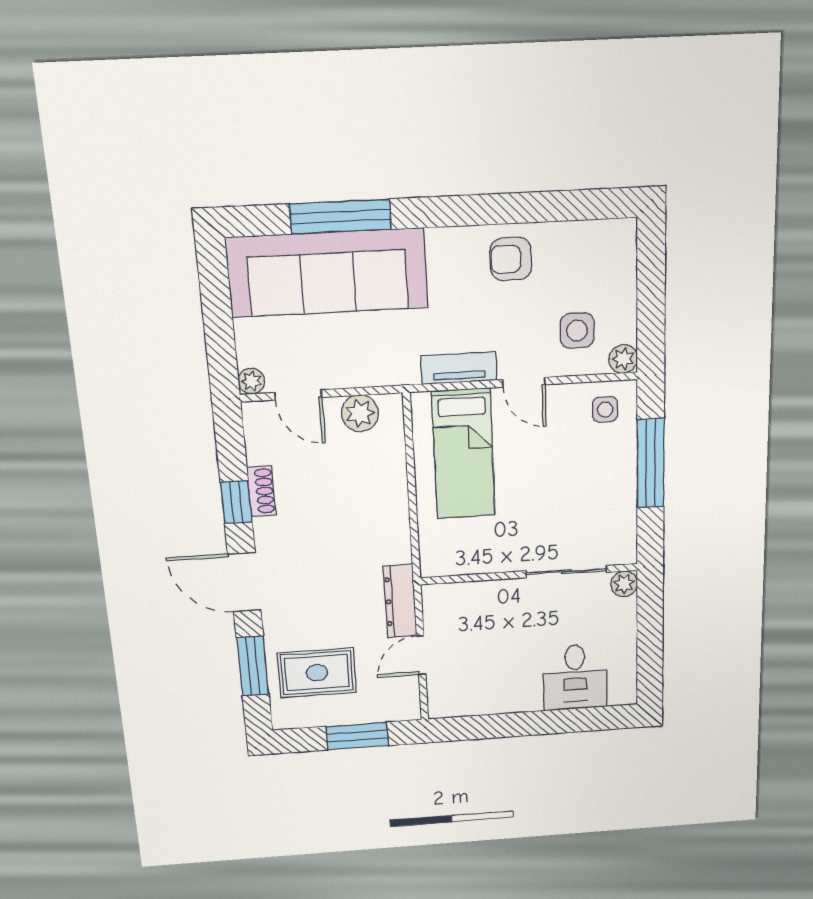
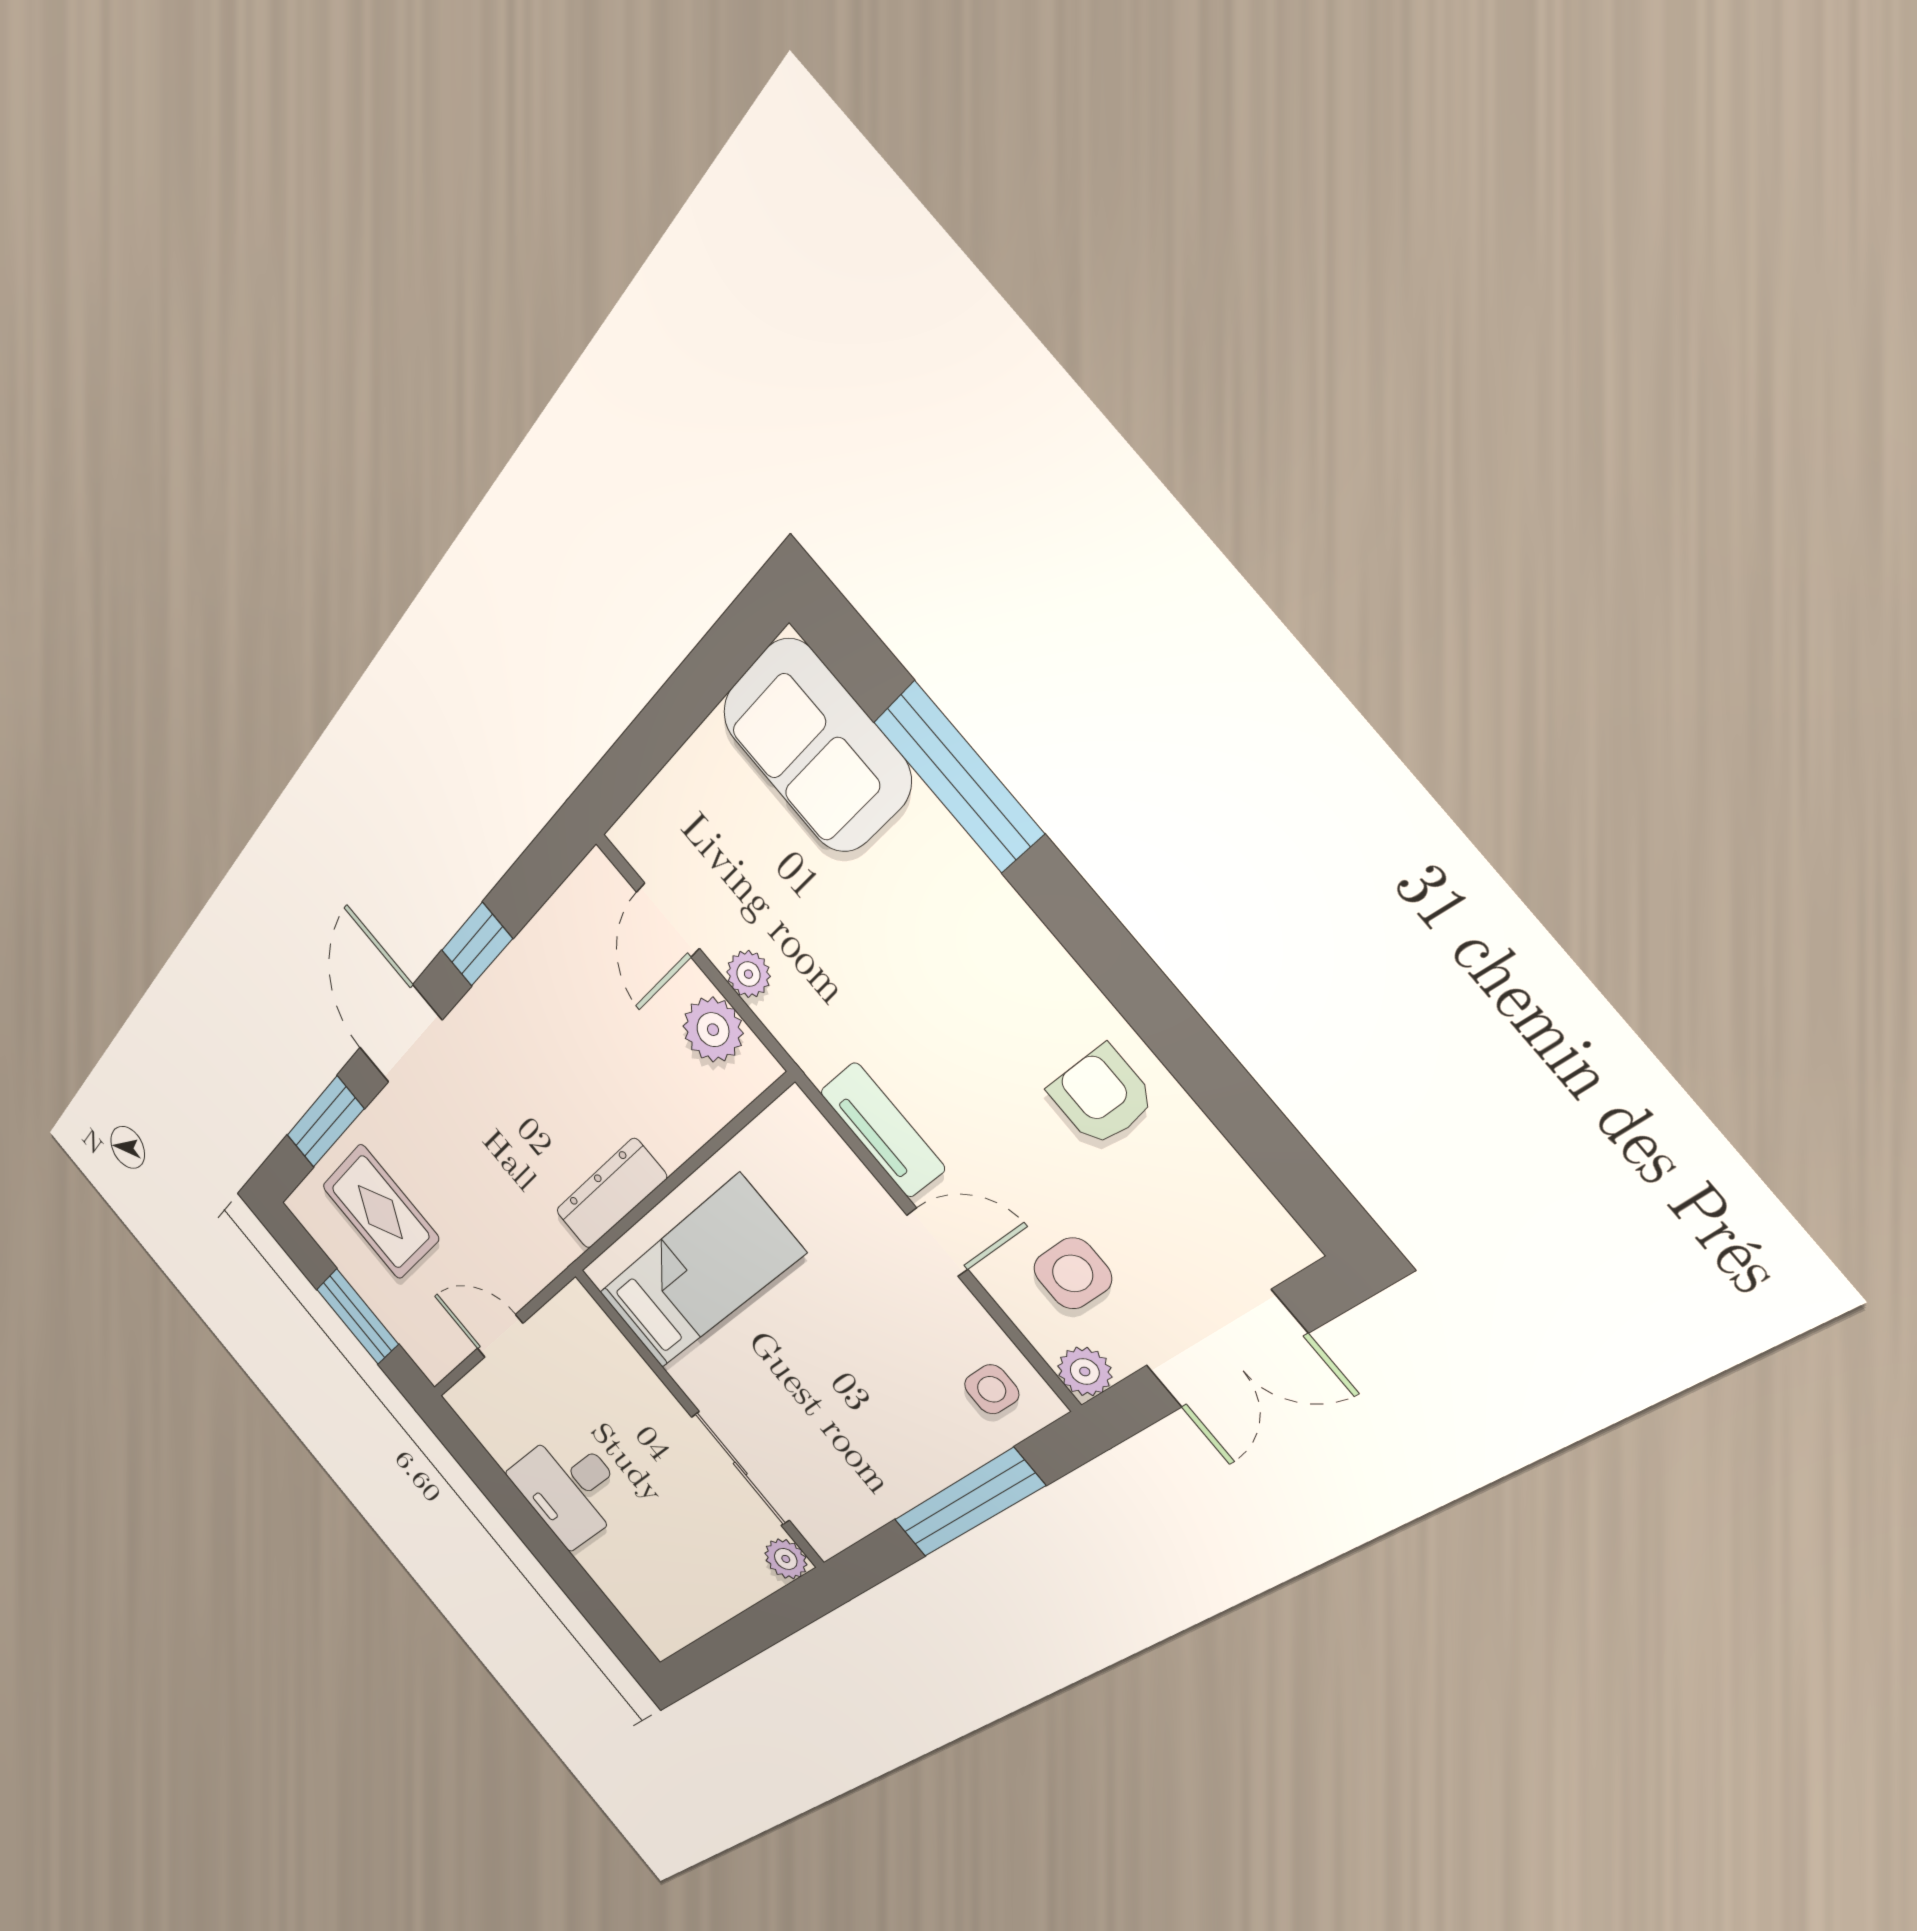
sofa: (327, 273) -> (816, 747), width x0.54, depth x0.79
double door: (651, 289) -> (1225, 1350), added
plant: (251, 381) -> (748, 974), moved
door: (524, 382) -> (937, 1242), swing flipped
bed: (464, 454) -> (699, 1273), moved, turned 180
shoe rack: (261, 491) -> (515, 968), removed
dresser: (400, 601) -> (611, 1194), moved
desk: (575, 677) -> (569, 1488), moved

